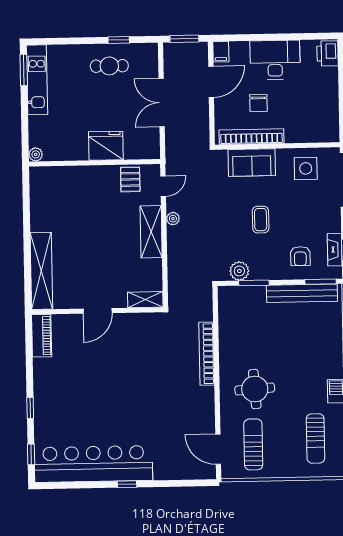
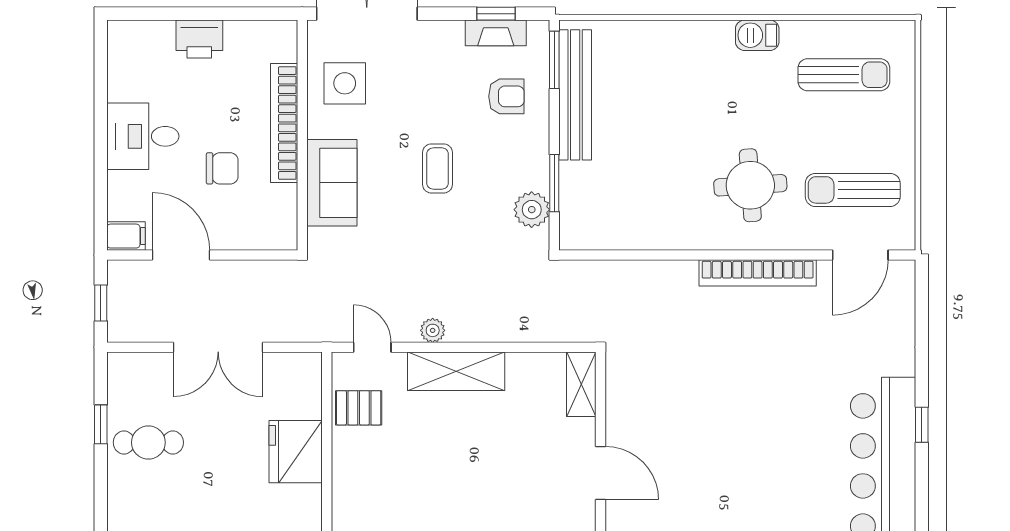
window: (184, 39) -> (101, 303), width x0.67
printer: (328, 53) -> (199, 39), moved
desk: (275, 60) -> (143, 136), width x0.73
cafe table: (109, 66) -> (148, 442), turned 90
bookcase: (251, 137) -> (284, 123), moved
coffee table: (261, 220) -> (438, 168), turned 90
bookcase: (207, 354) -> (758, 273), moved

